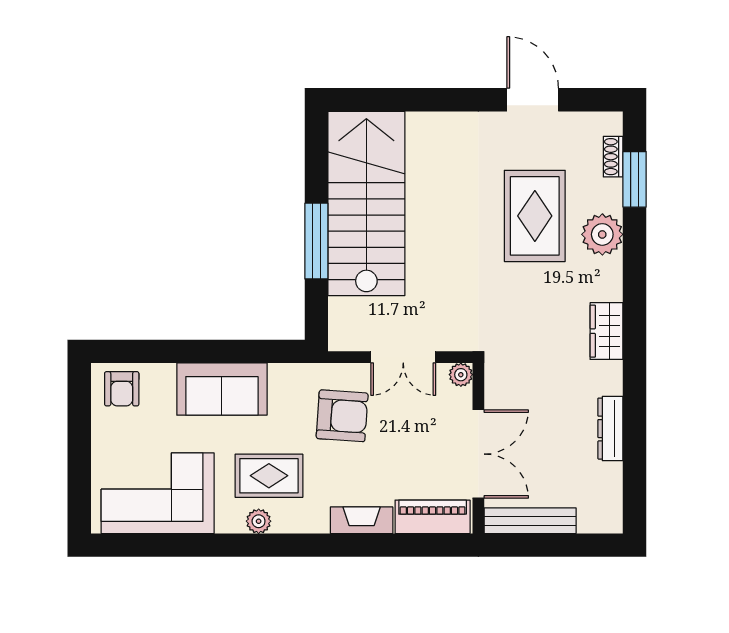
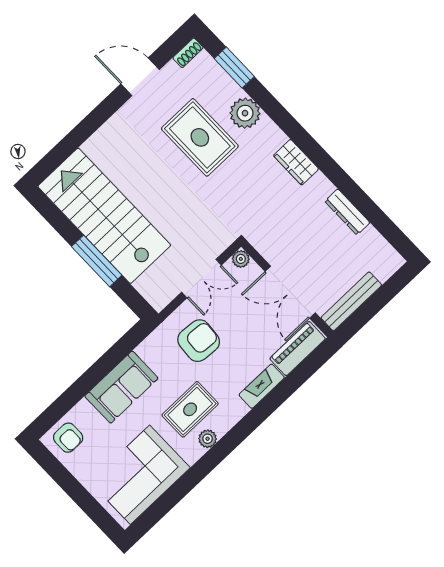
shoe rack: (613, 157) -> (188, 53), moved, turned -90
double door: (478, 454) -> (290, 292), swing flipped

